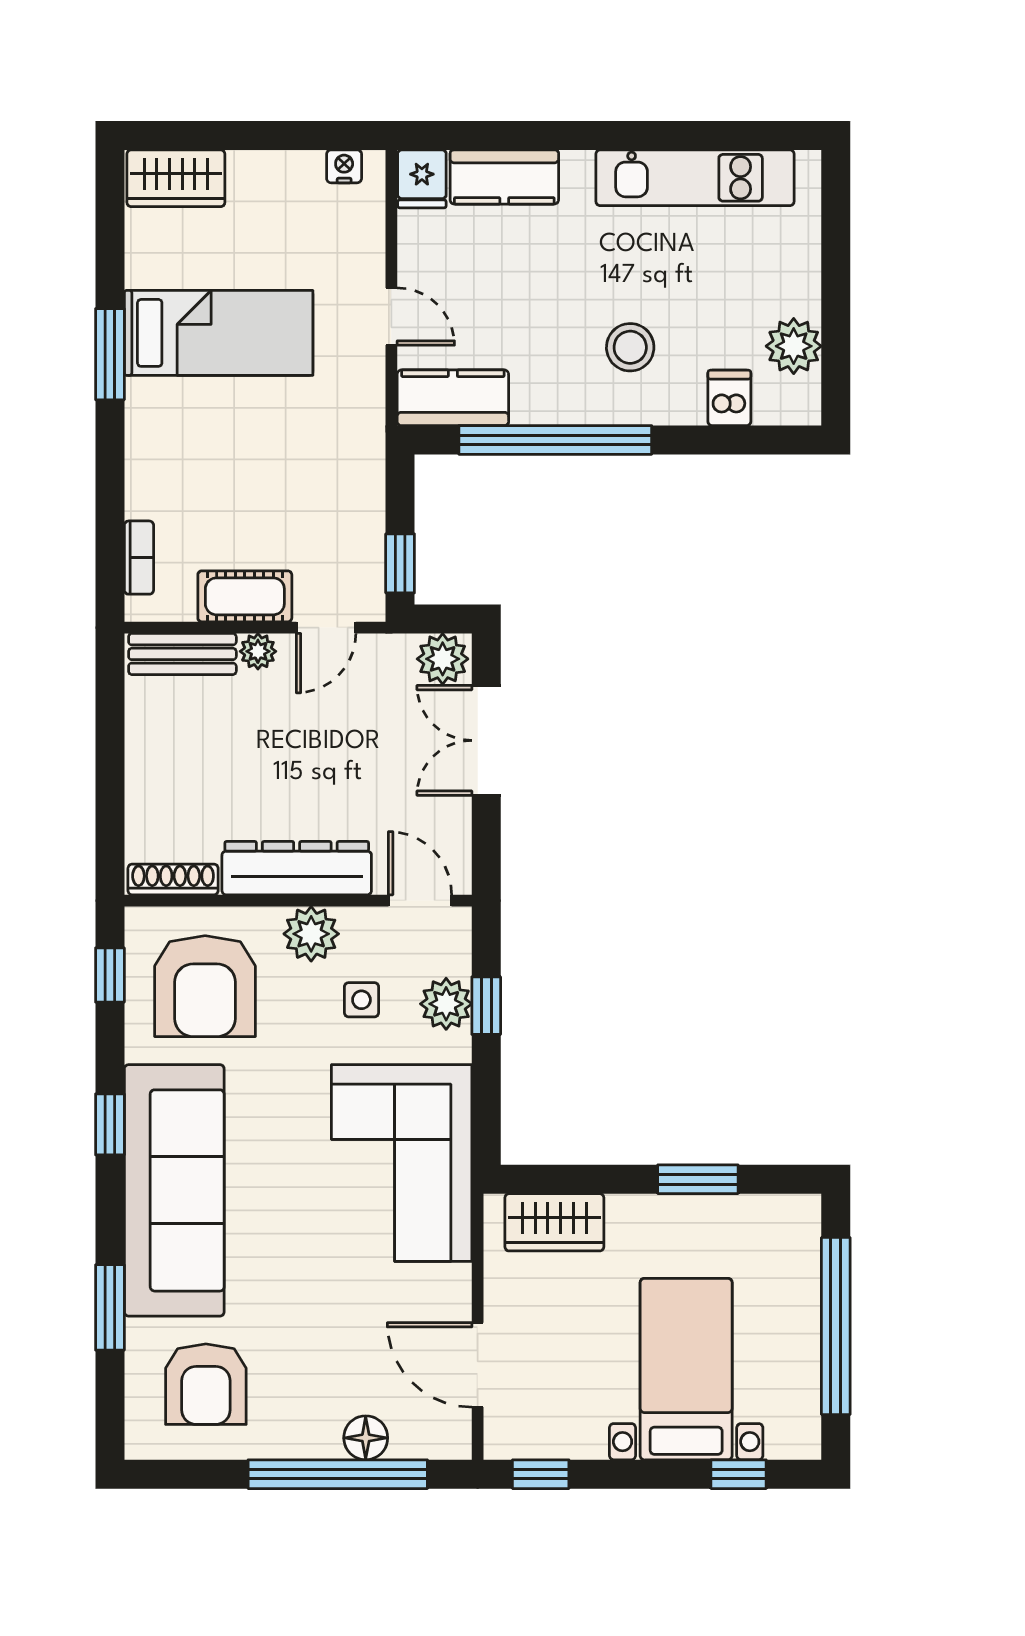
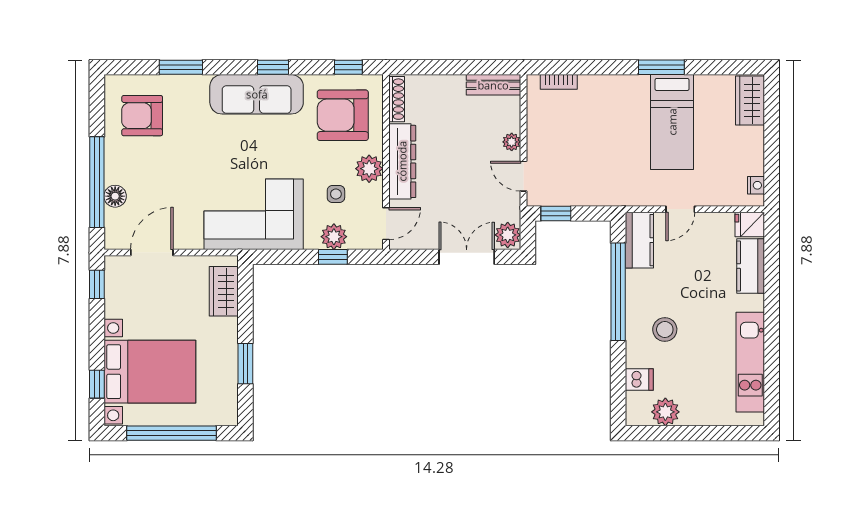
cot: (245, 596) -> (539, 135), removed
bench: (182, 654) -> (493, 85), moved, turned 90
sofa: (174, 1190) -> (257, 94), width x0.74, depth x0.79
bed with nightstands: (686, 1369) -> (150, 372), width x1.36

